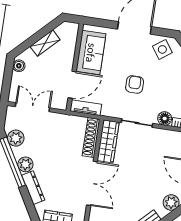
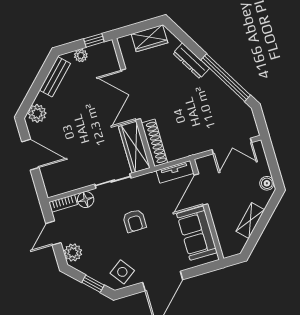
plant: (16, 138) -> (234, 105), removed
plant: (25, 164) -> (211, 82), removed

